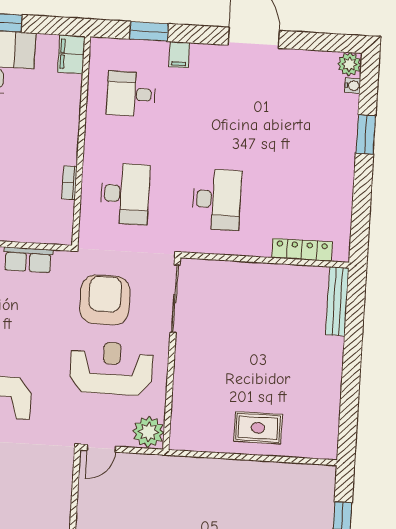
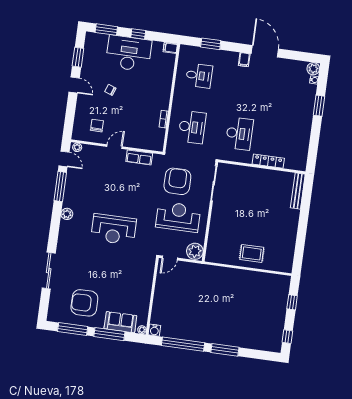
filing cabinet: (71, 54) -> (170, 48), width x0.50
filing cabinet: (179, 55) -> (244, 60), moved
desk: (131, 94) -> (199, 76), turned 180
locker: (302, 250) -> (268, 161), moved

